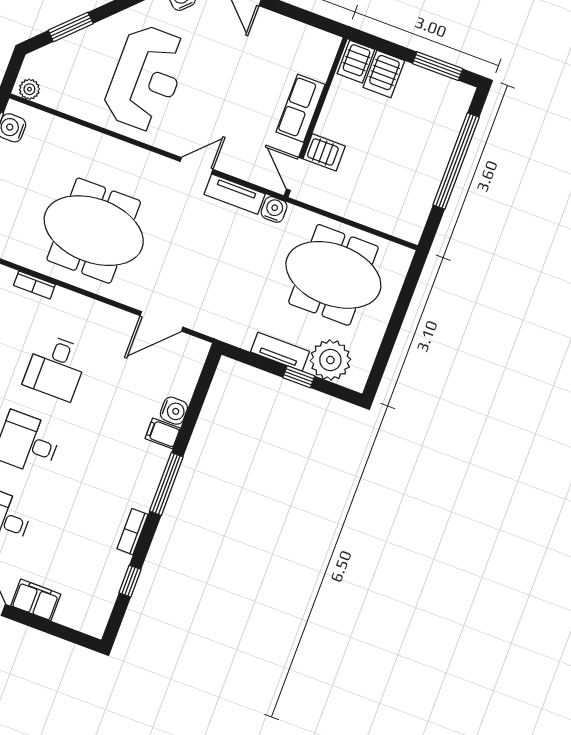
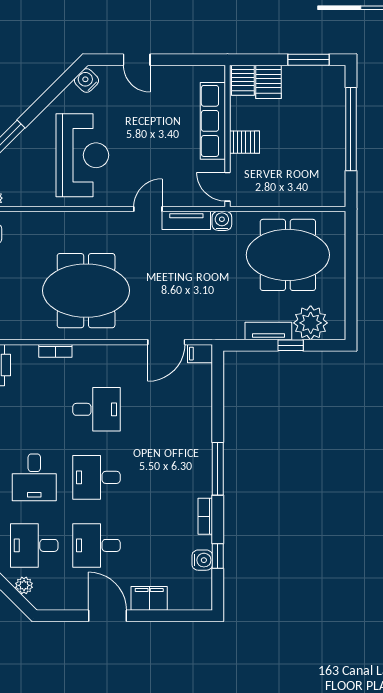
row of seats: (301, 108) -> (213, 121), width x1.48
server rack: (324, 152) -> (245, 142), moved
desk: (56, 367) -> (97, 409), turned -90
water cooler: (174, 411) -> (202, 560), moved
filing cabinet: (163, 433) -> (200, 354), moved

